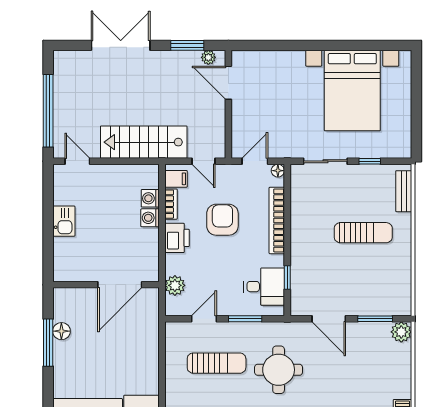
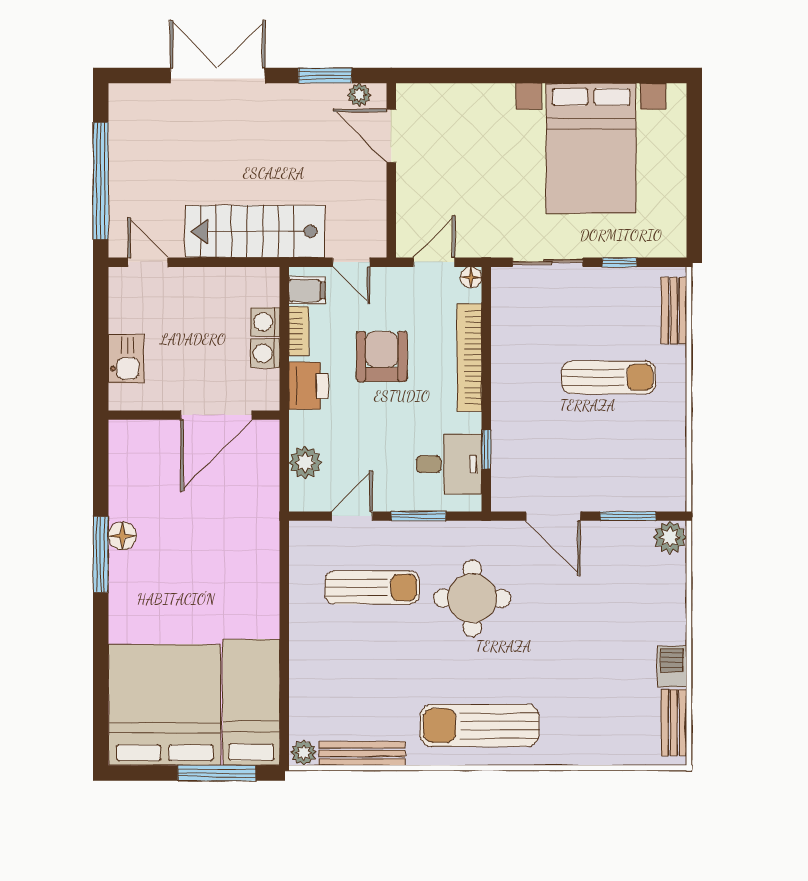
wall: (106, 285) -> (194, 415), moved
door: (120, 285) -> (216, 415), moved

